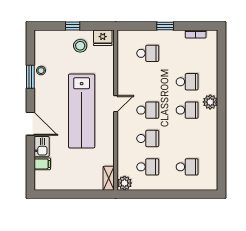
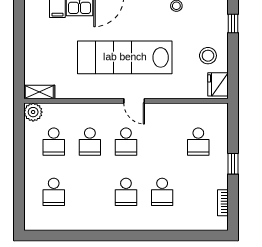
window: (73, 26) -> (233, 23), moved
plant: (210, 102) -> (136, 221), removed

